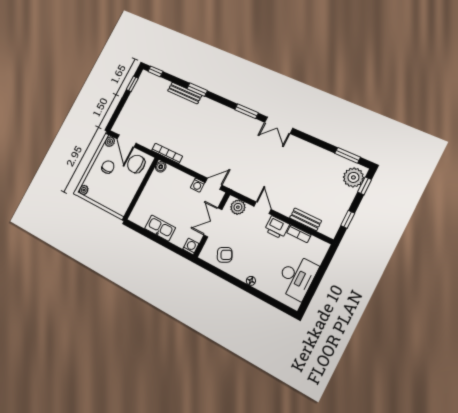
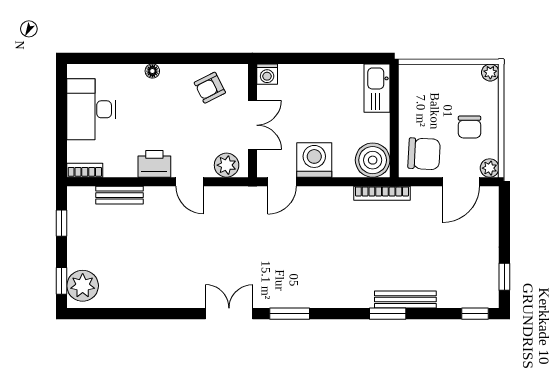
door: (126, 141) -> (461, 182), swing flipped
window: (348, 155) -> (106, 314), removed
boiler: (161, 167) -> (373, 160), width x1.86, depth x1.86
washing machine: (198, 185) -> (314, 160), width x1.89, depth x1.89
kitchen sink: (160, 228) -> (377, 88), moved, turned 90
bookcase: (299, 234) -> (85, 170), moved

